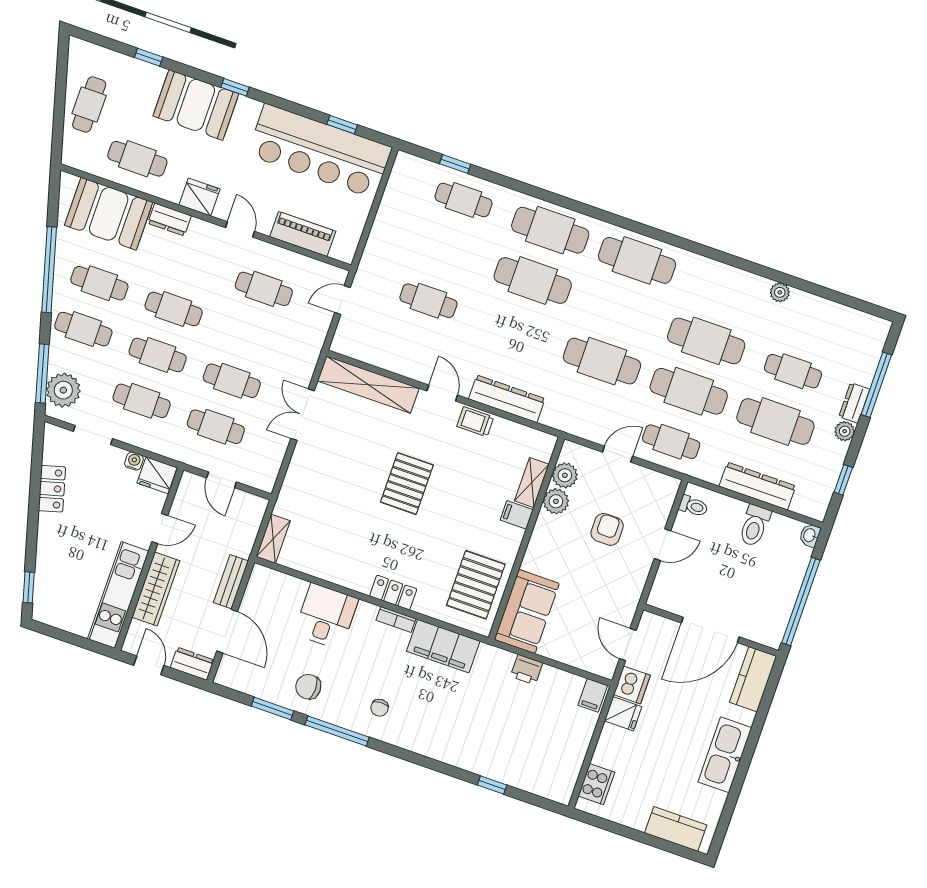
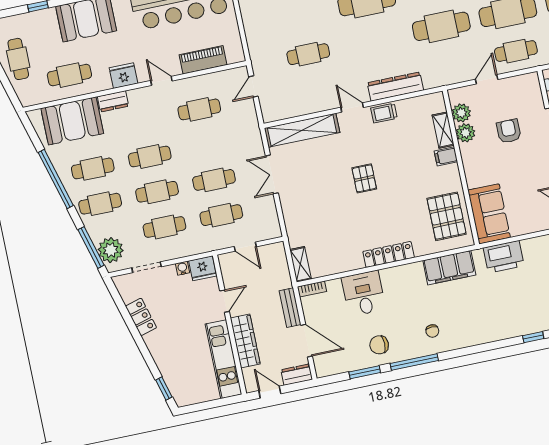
pallet: (407, 484) -> (364, 178), width x0.67, depth x0.71
locker: (393, 593) -> (389, 254), width x1.53
bookcase: (396, 619) -> (312, 289), moved
printer: (527, 670) -> (504, 257), width x1.87, depth x1.48

